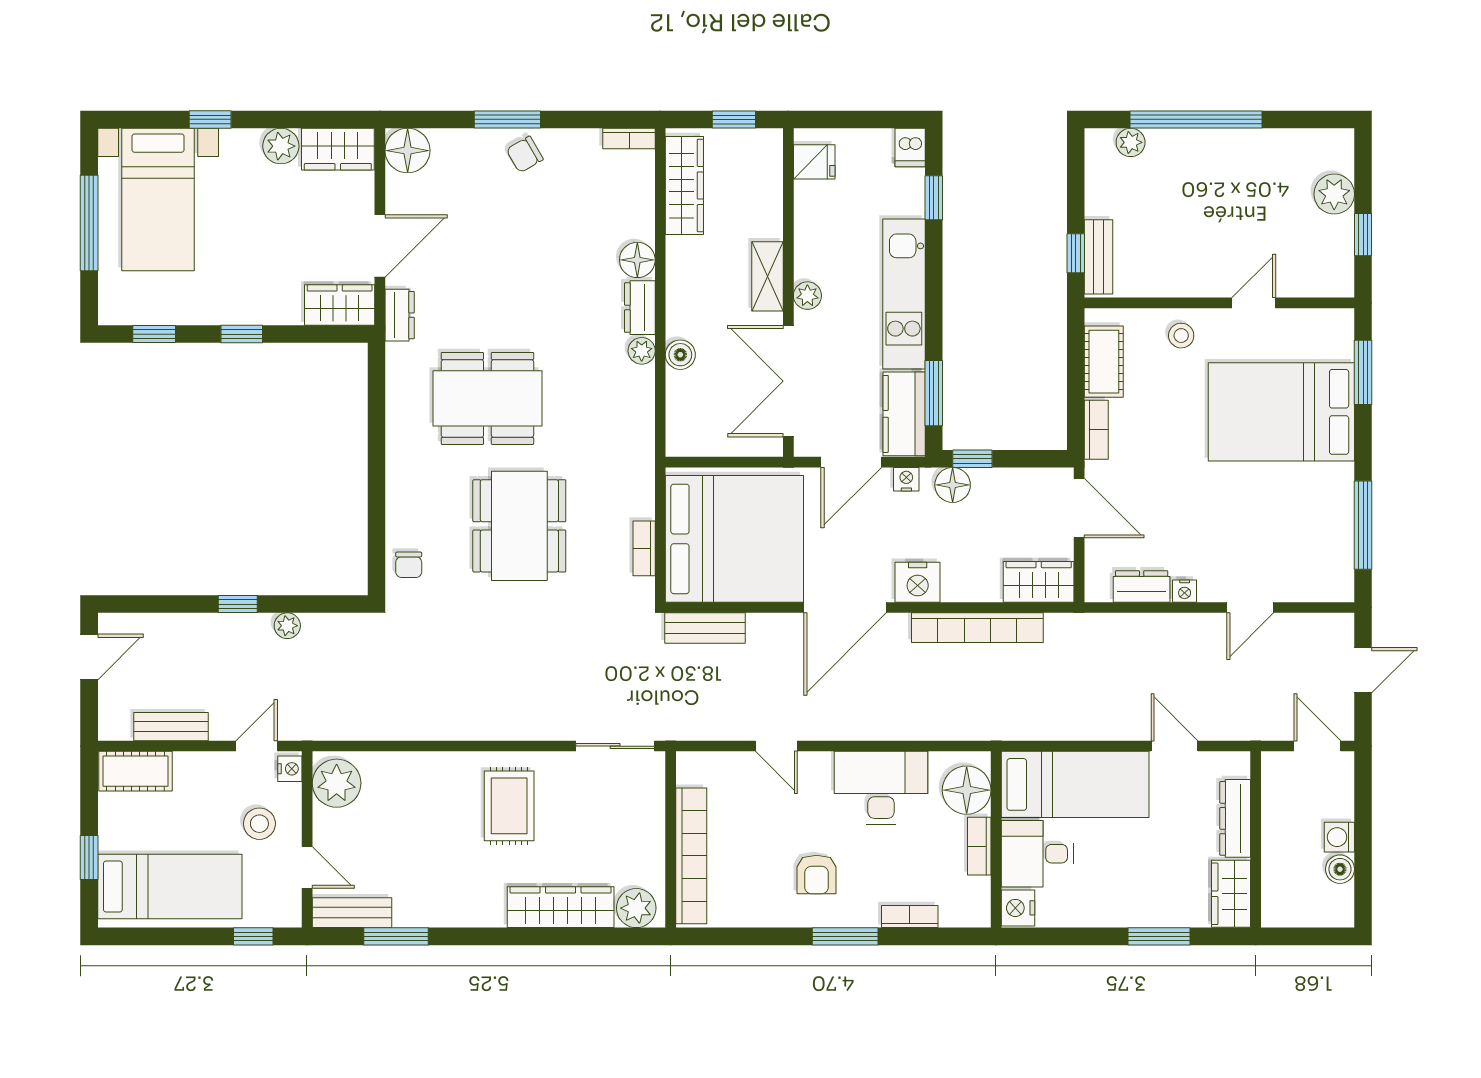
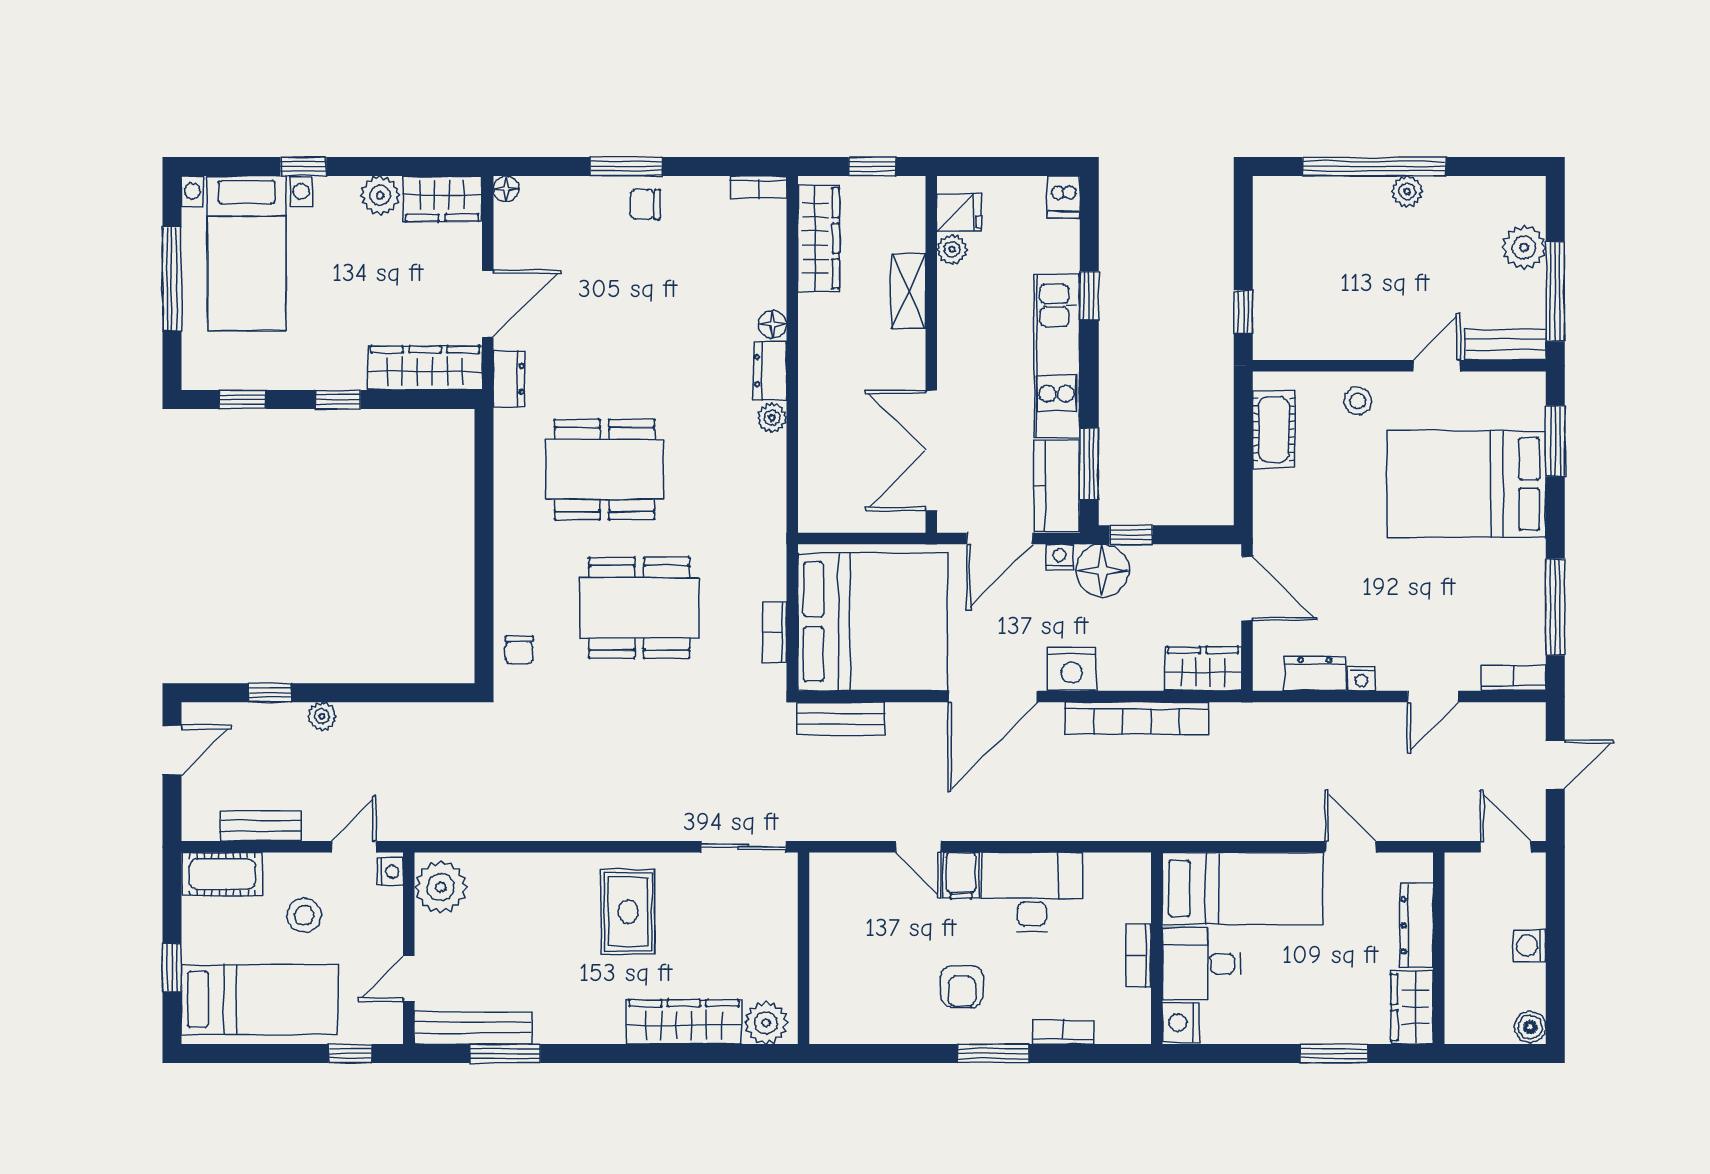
plant: (1131, 142) -> (1407, 191), moved
floor lamp: (408, 151) -> (506, 189), width x0.53, depth x0.53
chair: (525, 154) -> (645, 204), turned 30
window: (934, 198) -> (1089, 295), moved
window: (1363, 235) -> (1555, 291), width x2.17
bench: (1099, 257) -> (1505, 345), moved, turned 90
floor lamp: (637, 260) -> (772, 324), width x0.73, depth x0.73
shelving: (768, 276) -> (909, 291), moved
plant: (807, 296) -> (952, 249), moved
wardrobe: (340, 305) -> (425, 368), width x1.50
boiler: (680, 355) -> (814, 422), removed
bookcase: (1096, 430) -> (1514, 678), moved, turned -90
floor lamp: (953, 485) -> (1102, 571), width x1.38, depth x1.38
dining table: (519, 526) -> (639, 608), turned 90
window: (238, 604) -> (270, 693), moved
plant: (287, 626) -> (322, 716), moved
filing cabinet: (816, 773) -> (961, 876), added
floor lamp: (967, 790) -> (1125, 895), removed
stool: (259, 824) -> (304, 915), moved
bookcase: (691, 856) -> (826, 966), removed
door: (307, 867) -> (409, 979), swing flipped
boiler: (1340, 869) -> (1530, 1027), moved
bench: (352, 913) -> (473, 1028), width x1.36

